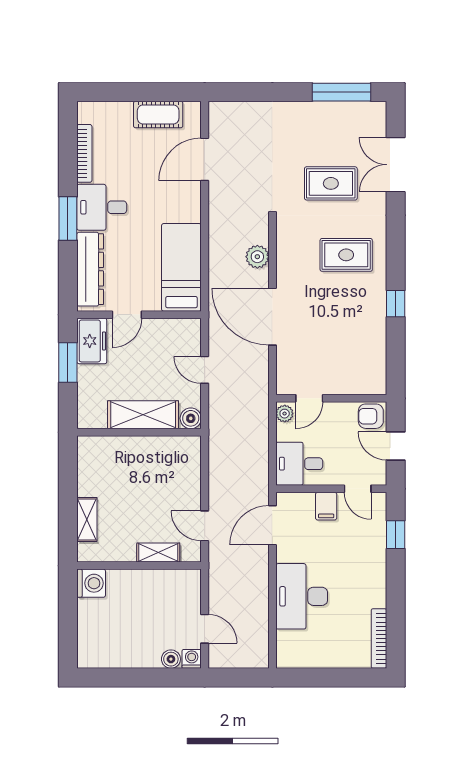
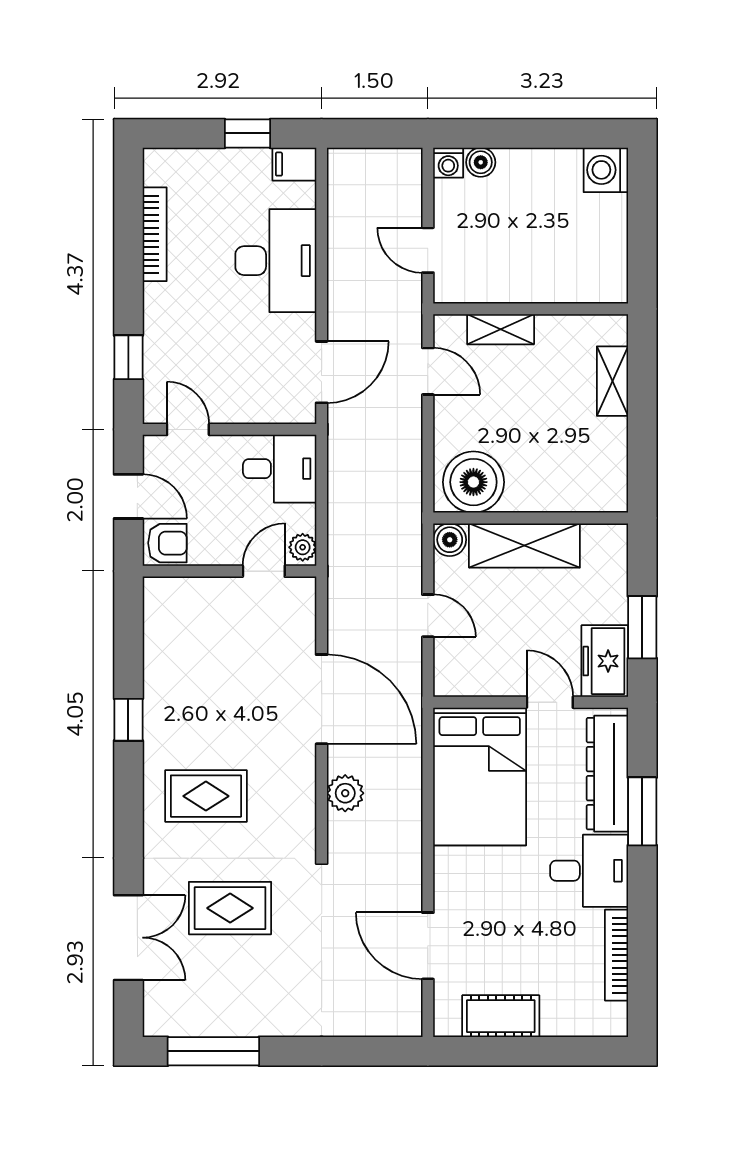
door: (205, 159) -> (428, 946), swing flipped
window: (68, 219) -> (642, 811), moved
bed: (181, 267) -> (480, 776), width x1.50
door: (127, 315) -> (550, 702), hinge flipped
boiler: (176, 455) -> (473, 482), added
filing cabinet: (326, 506) -> (294, 164), moved, turned -90
washing machine: (91, 583) -> (606, 170), moved
door: (205, 629) -> (428, 250), moved
bookcase: (379, 638) -> (155, 234), moved
window: (320, 677) -> (247, 133), added

